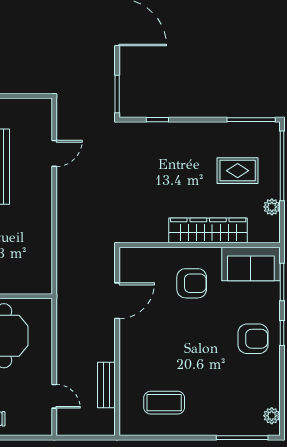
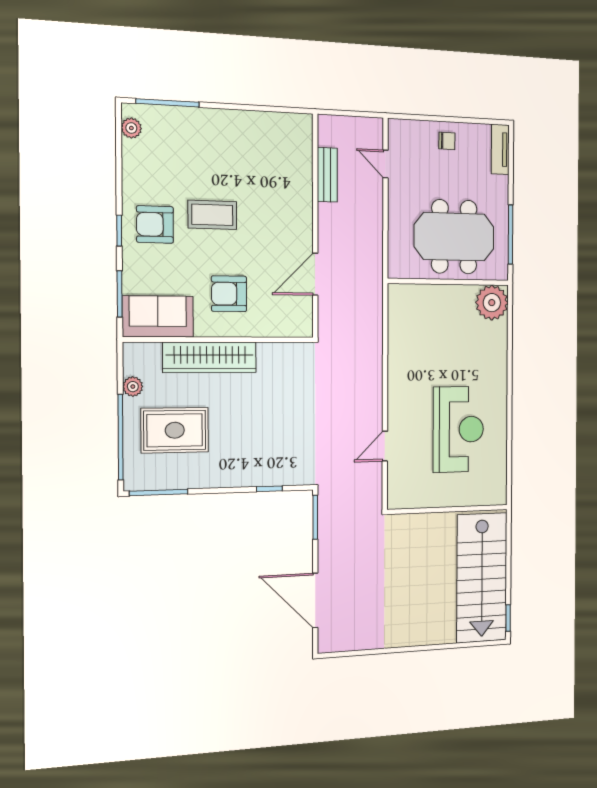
rug: (238, 171) -> (175, 430), width x1.36, depth x1.43
coffee table: (164, 403) -> (212, 215), moved

